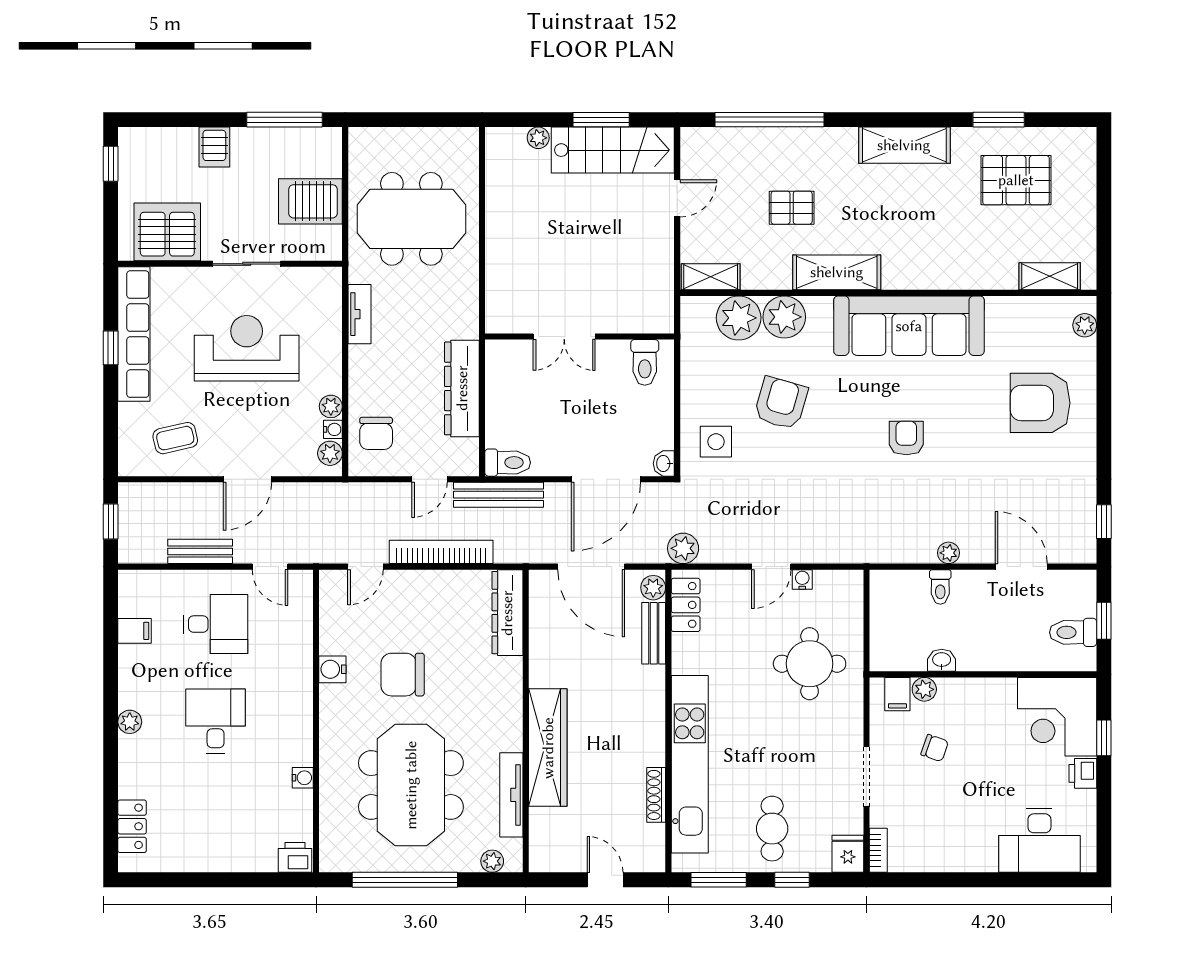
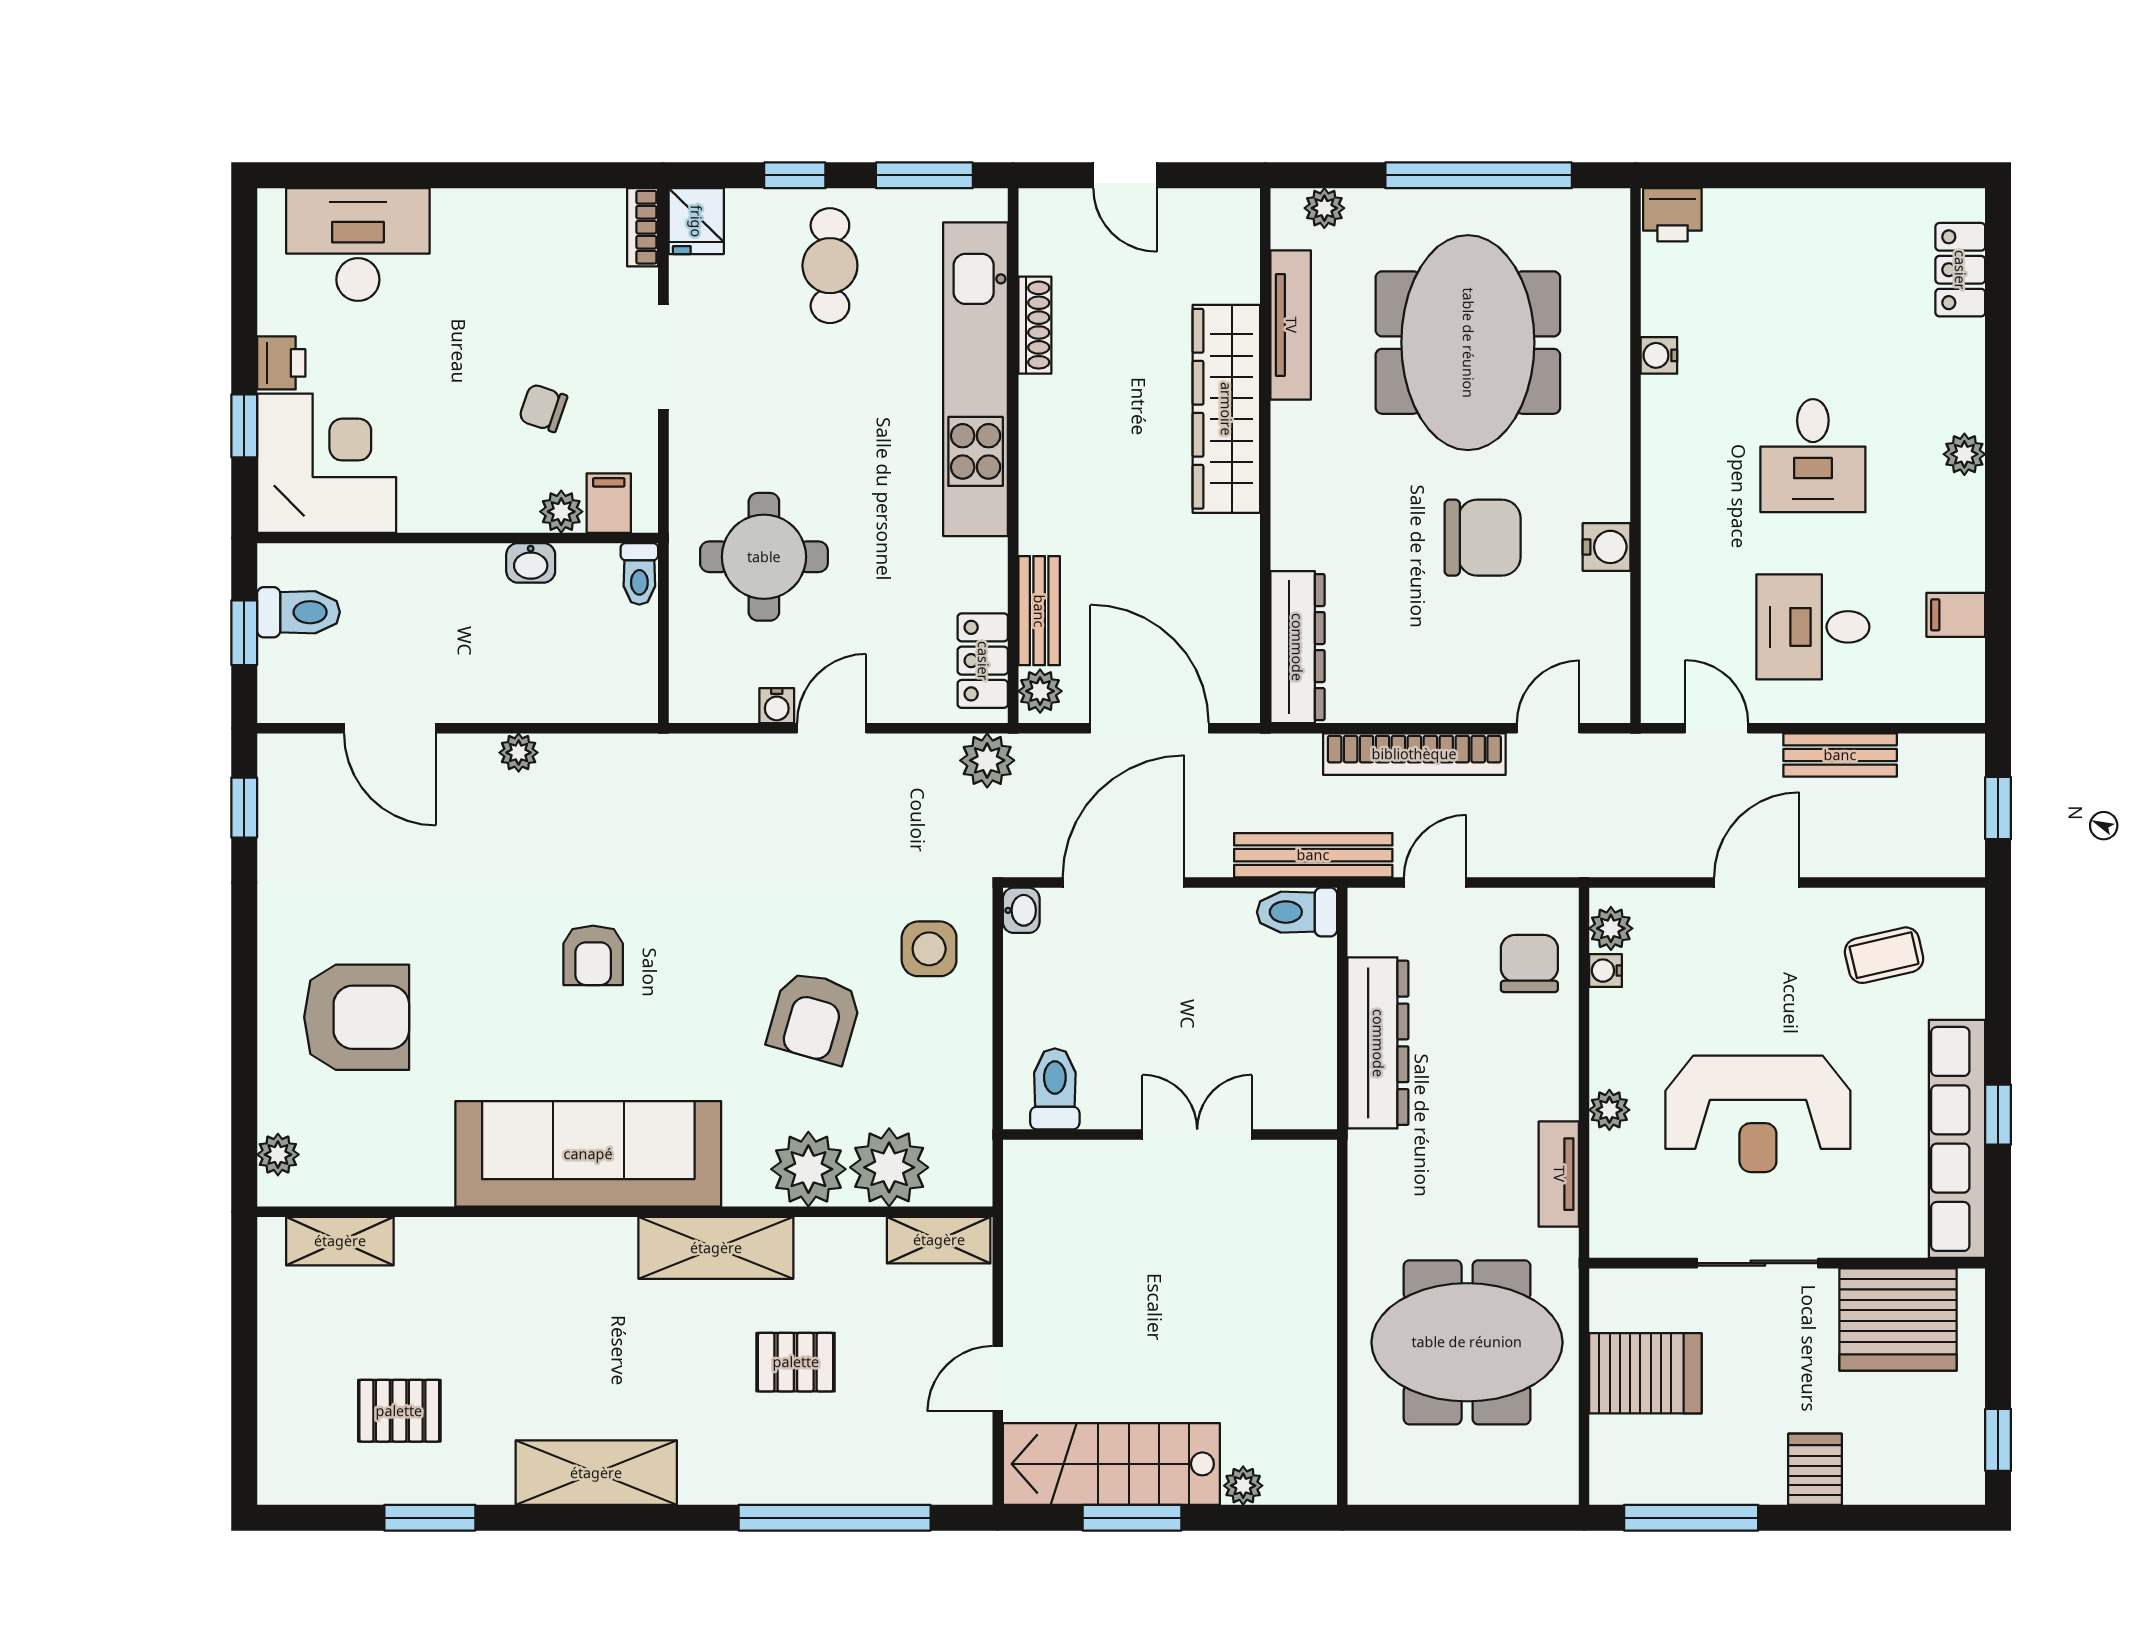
pallet: (1016, 180) -> (399, 1411), width x0.67, depth x0.71
plant: (331, 406) -> (1609, 1110), moved
toilet: (940, 587) -> (639, 574), moved, turned 180

